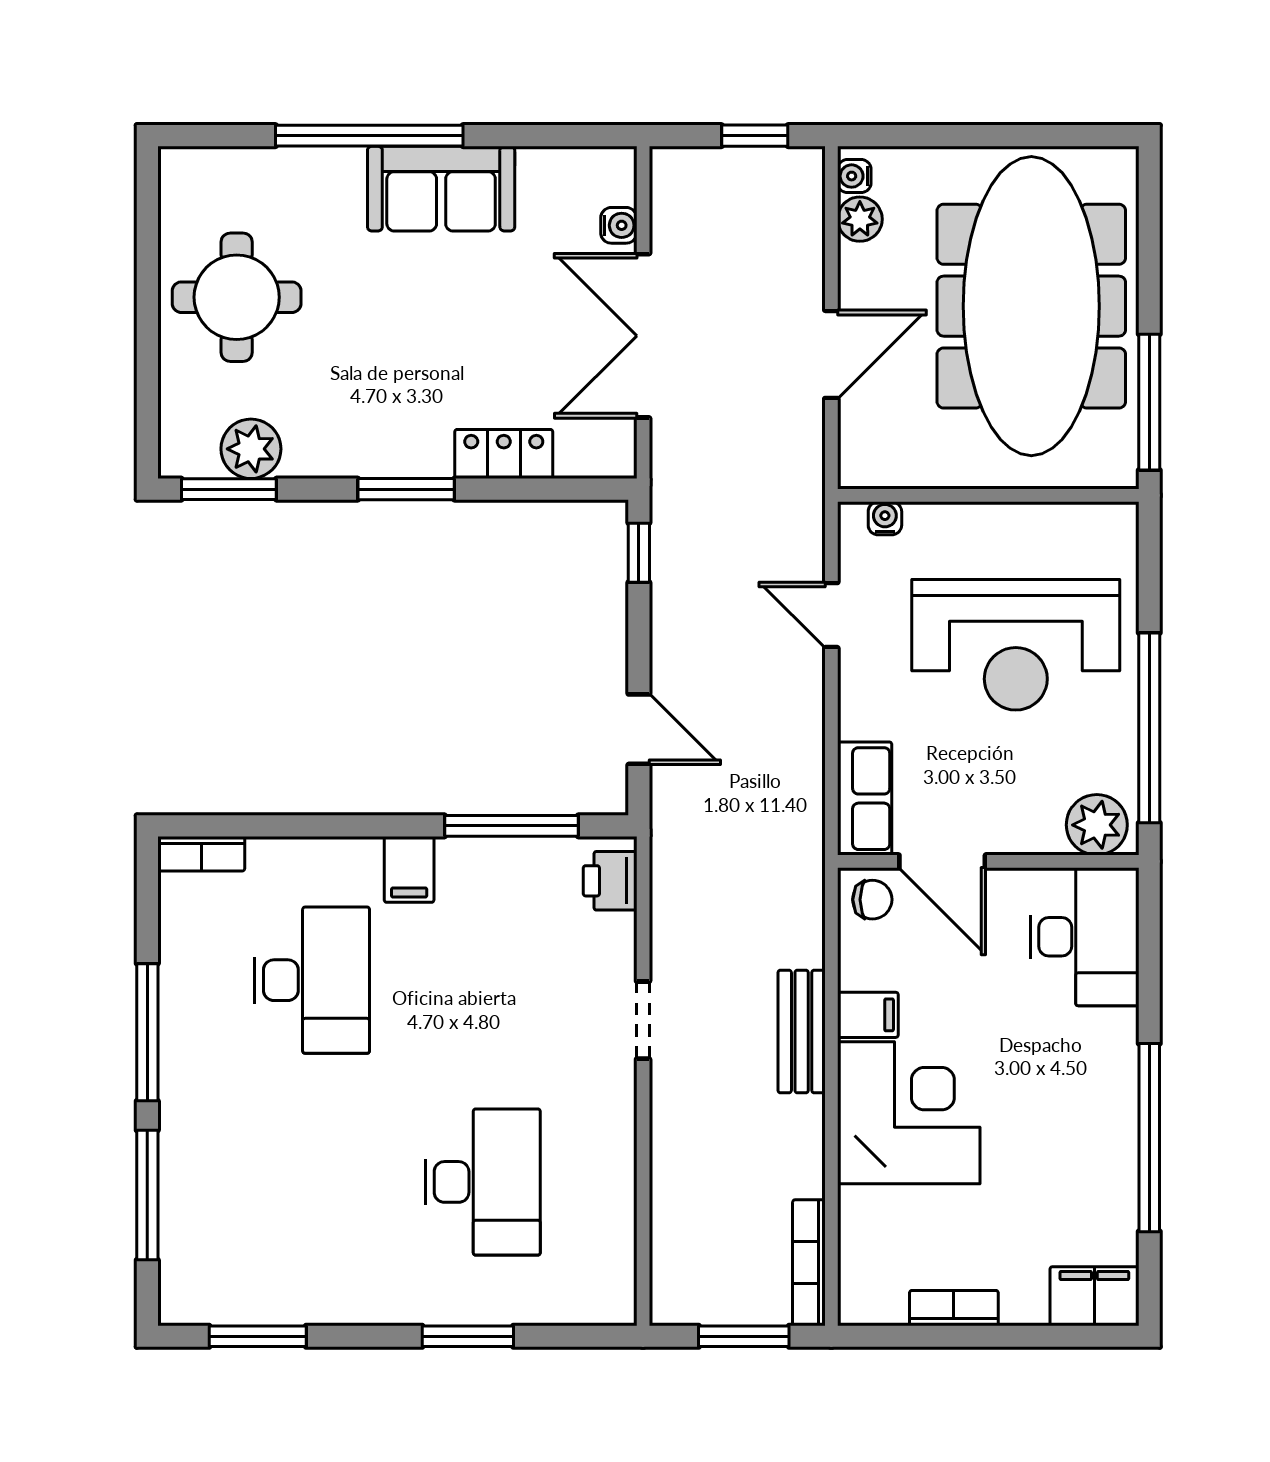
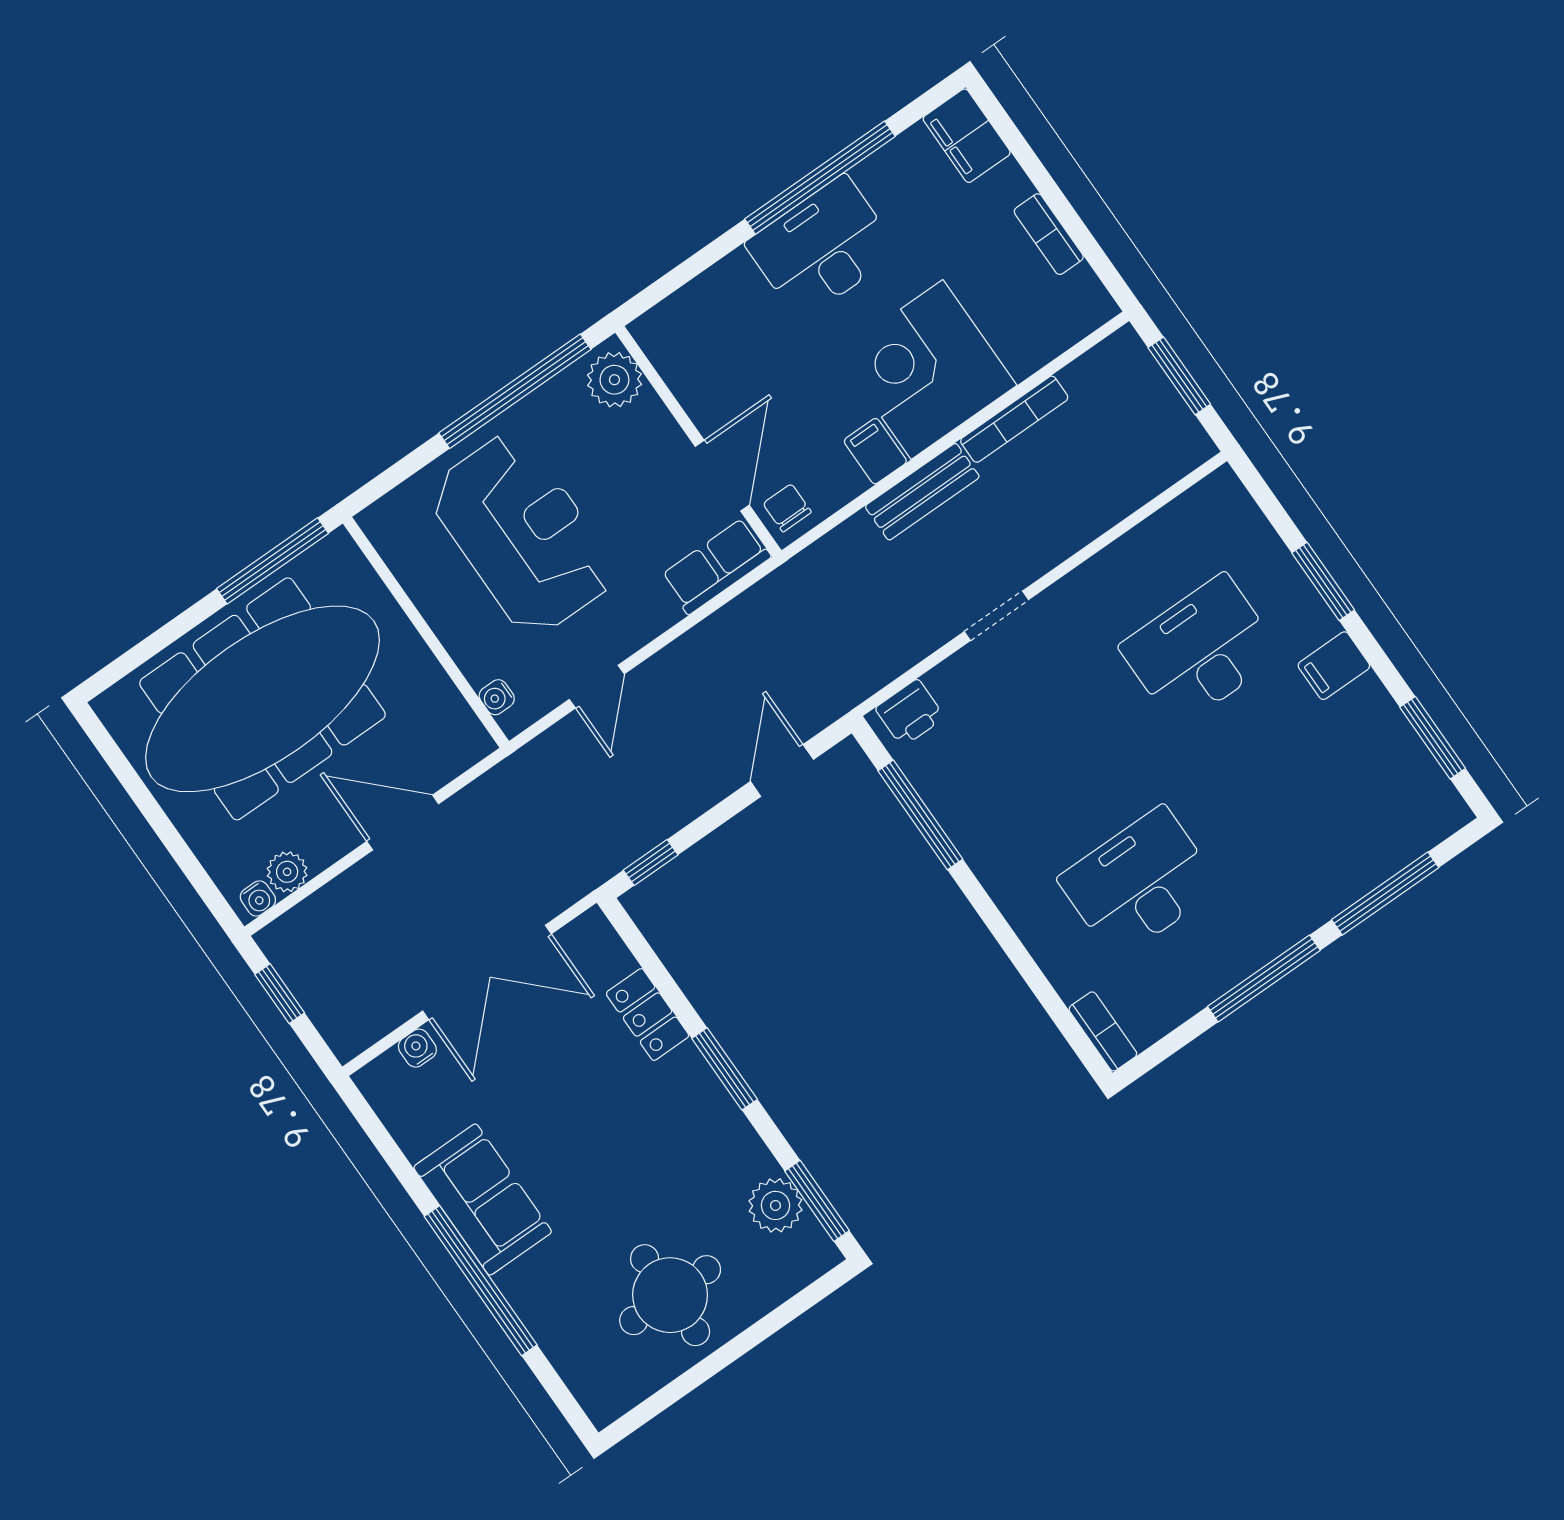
filing cabinet: (409, 869) -> (1334, 666), moved, turned 180
desk: (1085, 937) -> (822, 248), moved
bookcase: (809, 1263) -> (1014, 419), moved

